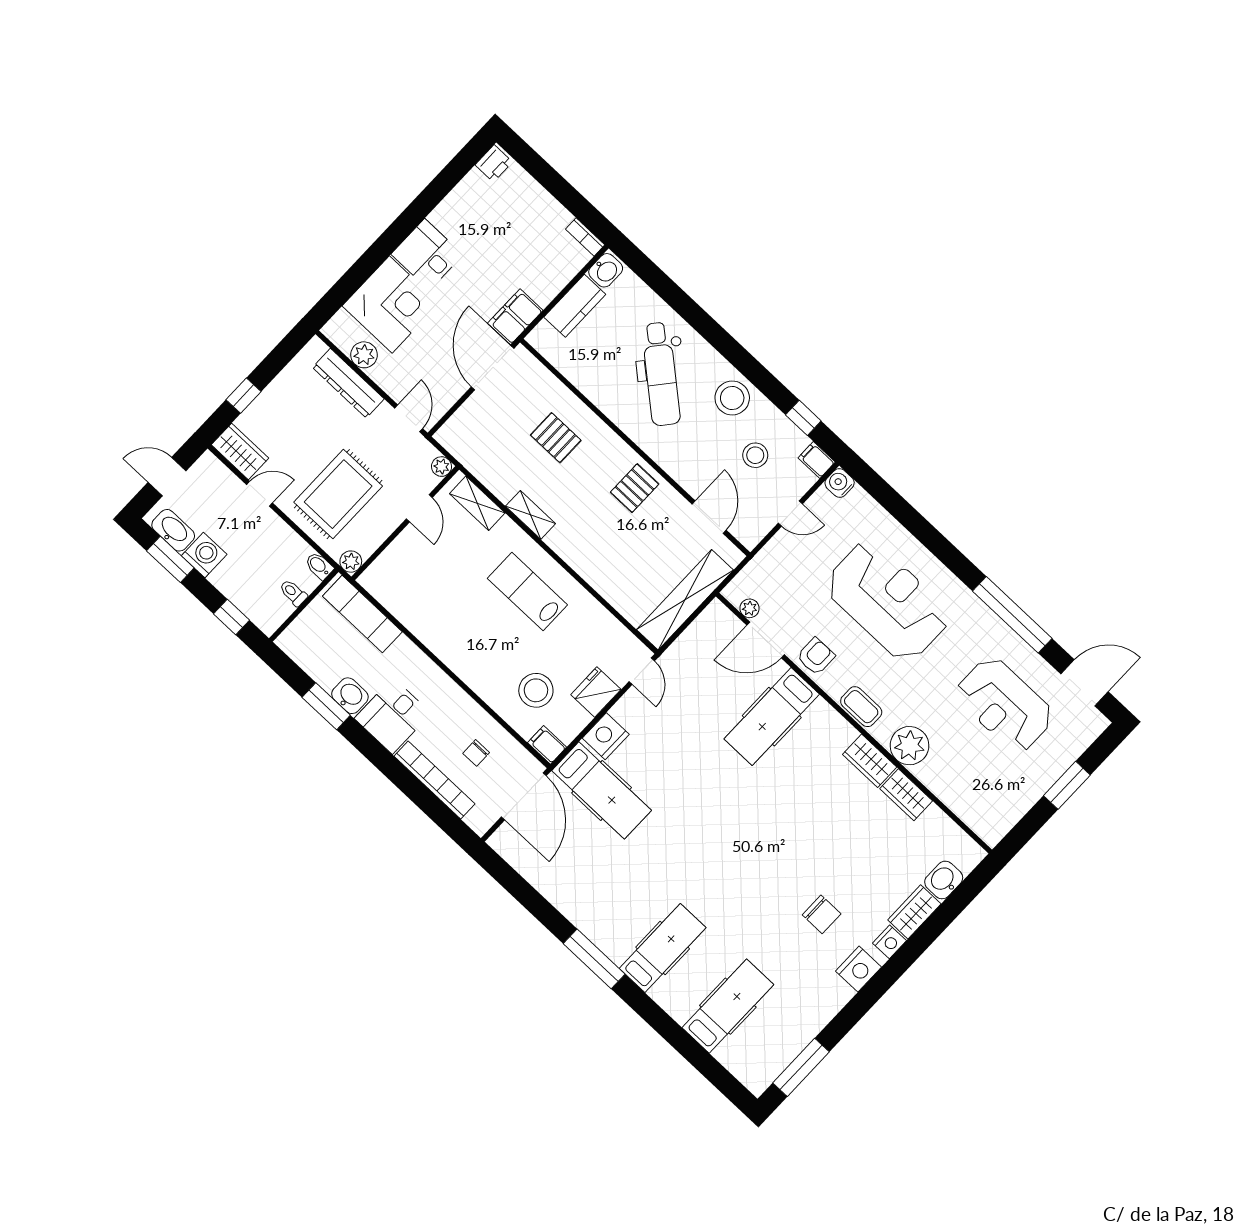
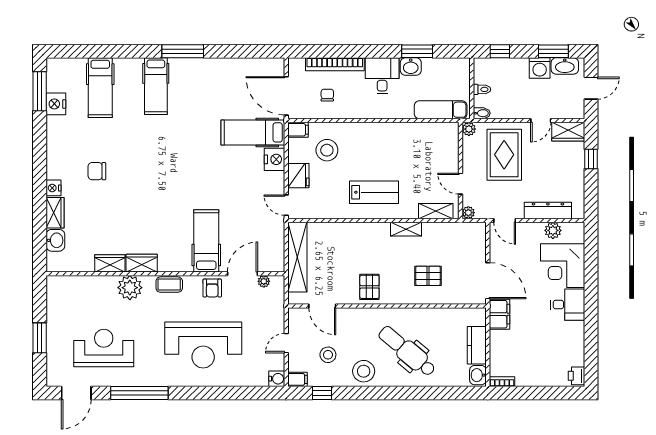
nightstand: (859, 969) -> (56, 104), moved

